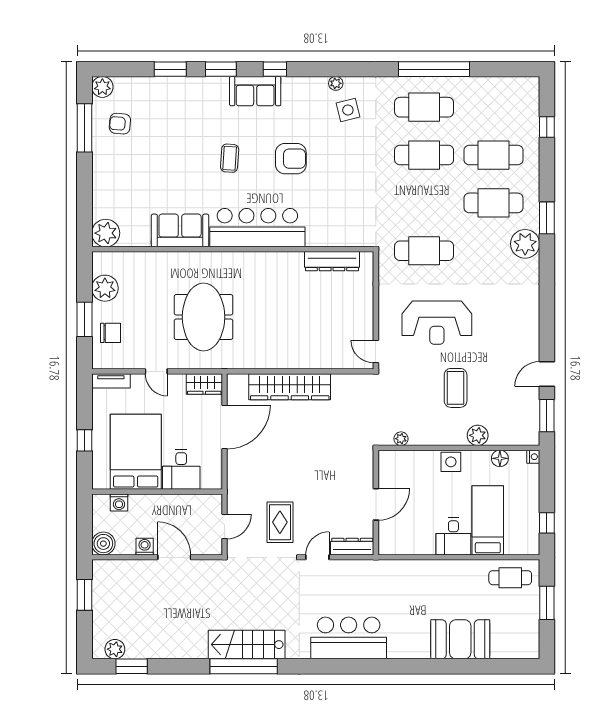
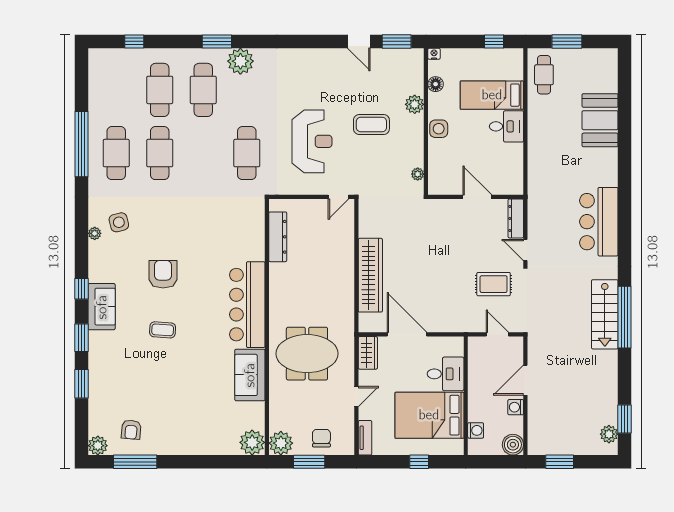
bar counter: (257, 228) -> (247, 305), moved
sofa: (180, 230) -> (250, 375), moved
plant: (106, 233) -> (252, 442), moved
wall: (233, 249) -> (267, 327), moved
dresser: (332, 261) -> (278, 237), moved

